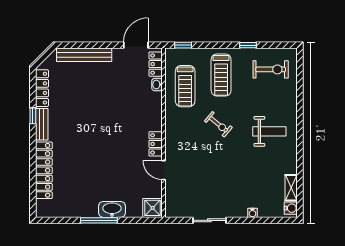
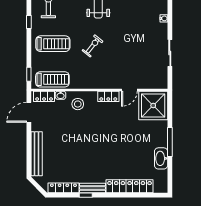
door: (136, 45) -> (29, 112), hinge flipped
treadmill: (185, 86) -> (52, 79), moved
stool: (146, 106) -> (78, 104), added
shower: (153, 208) -> (153, 106), width x1.86, depth x1.86
washbasin: (112, 209) -> (161, 158), moved

